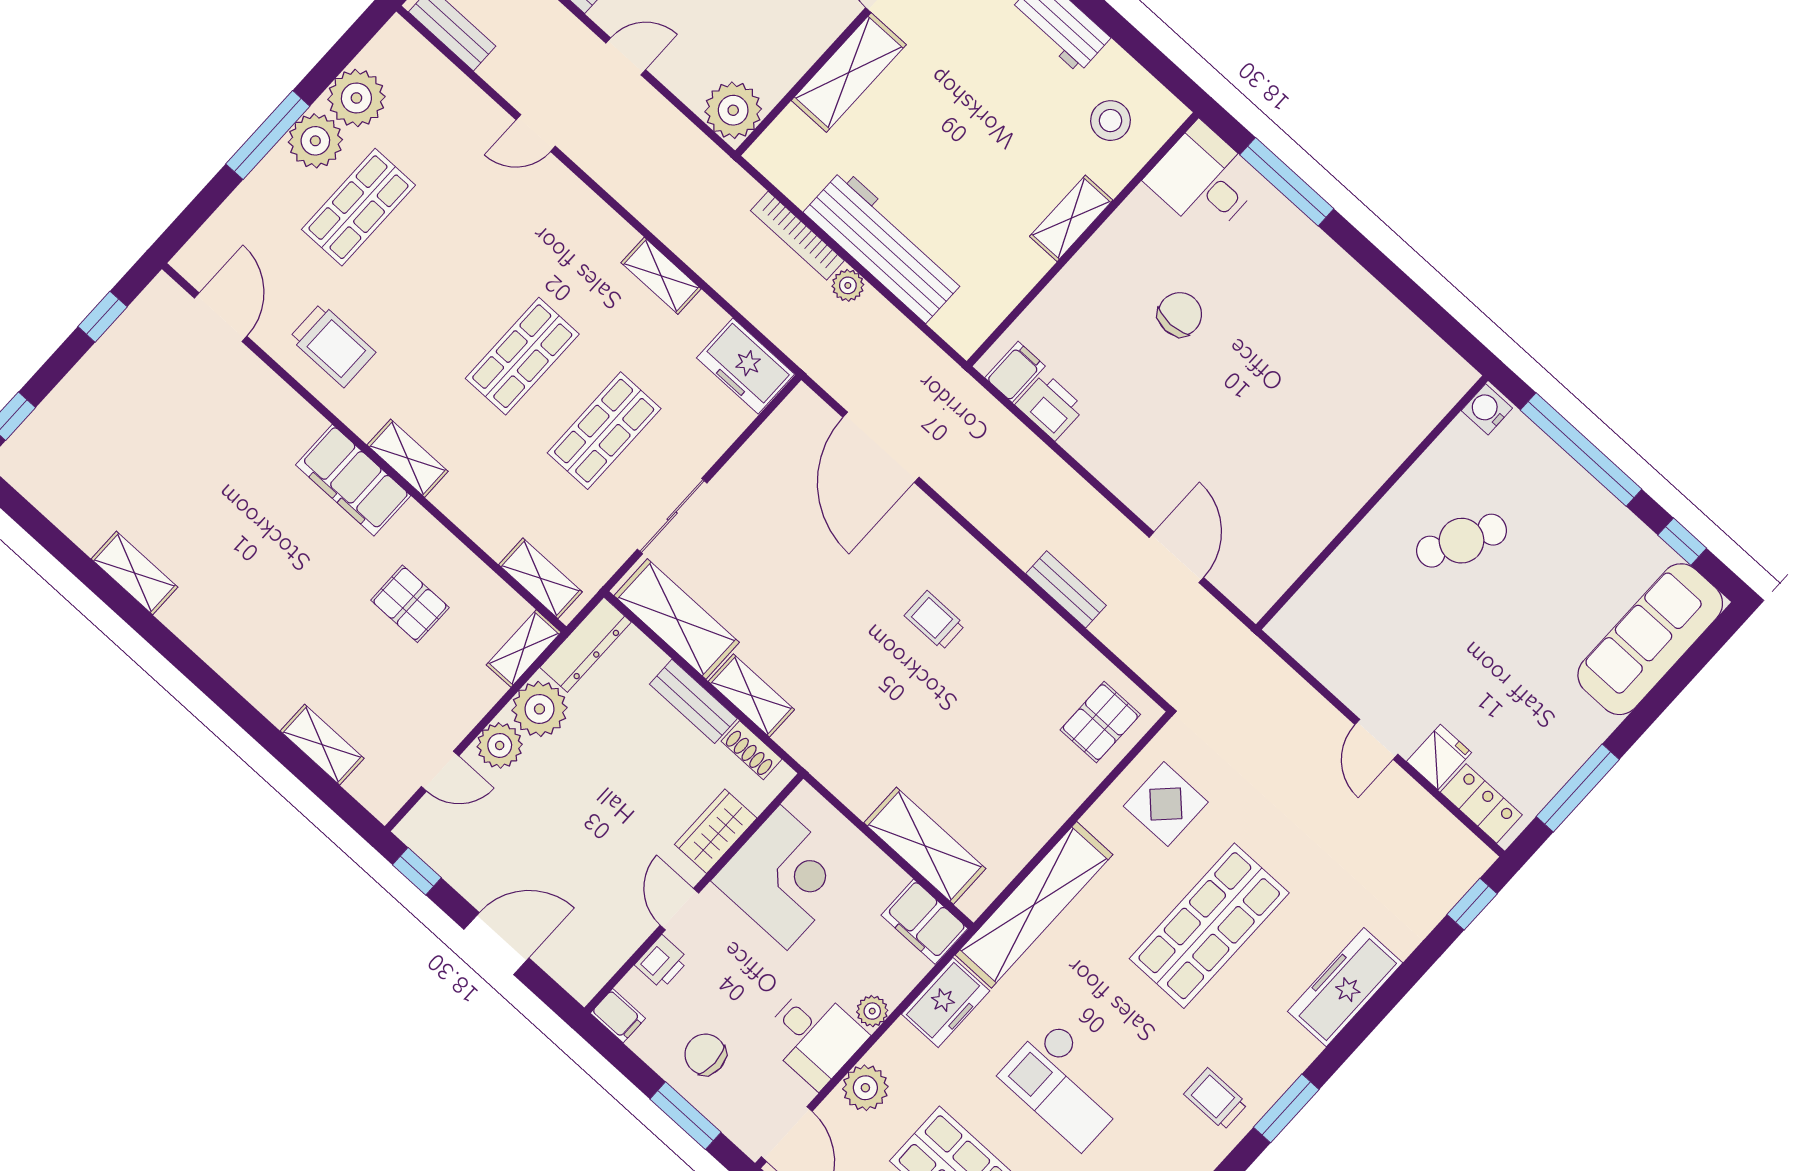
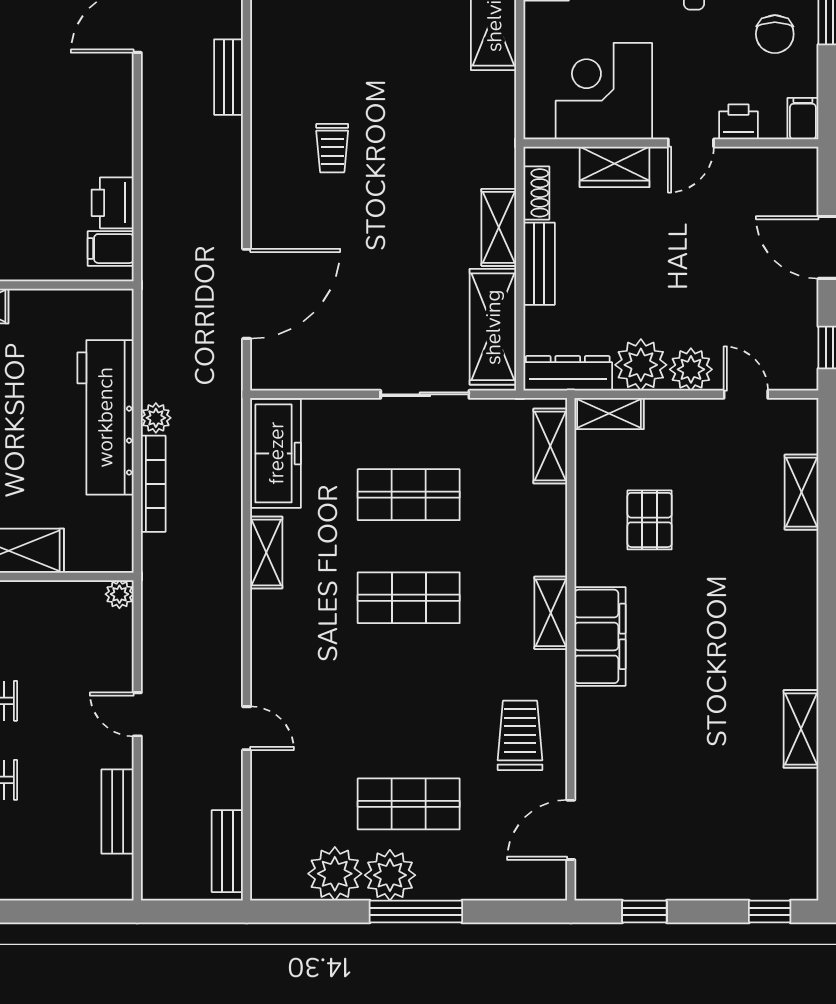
plant: (733, 110) -> (119, 594), width x0.53, depth x0.53
freezer: (745, 366) -> (276, 453), width x1.40

